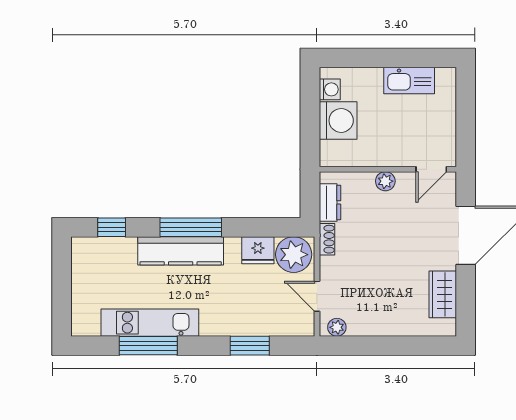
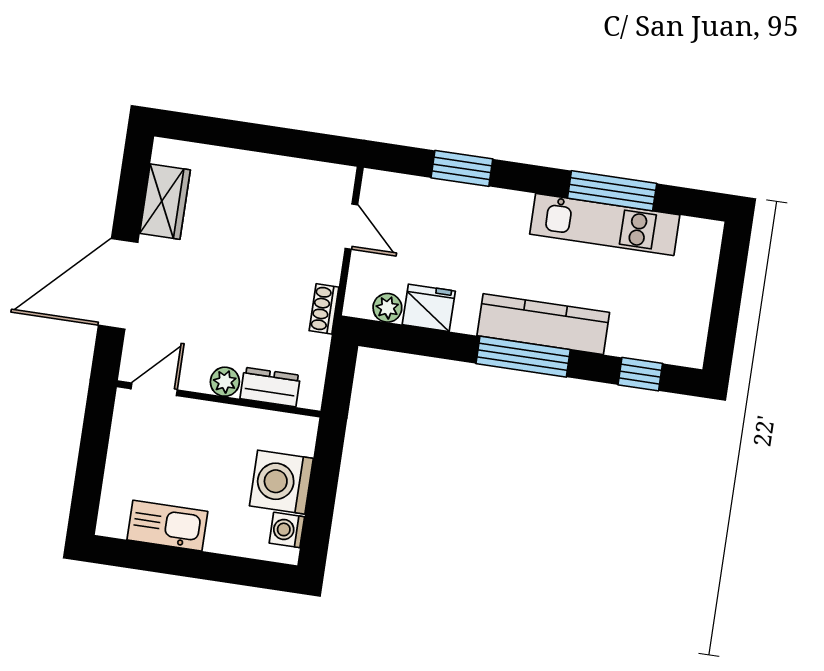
dresser: (330, 202) -> (270, 387), moved, turned 90
plant: (294, 255) -> (387, 308), width x0.53, depth x0.53
plant: (337, 327) -> (329, 176), removed

